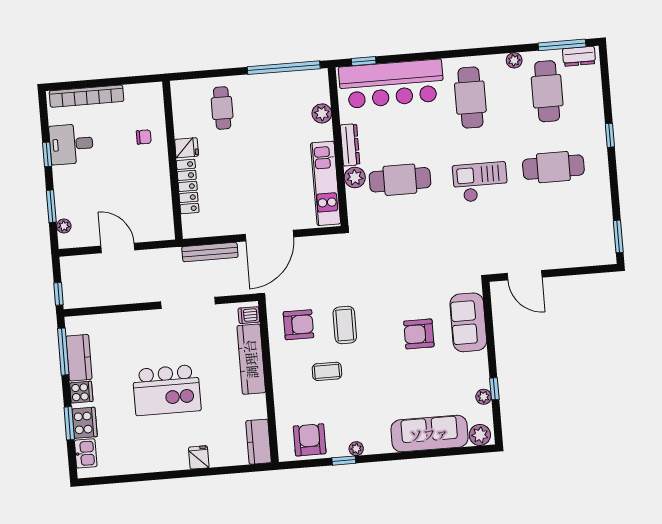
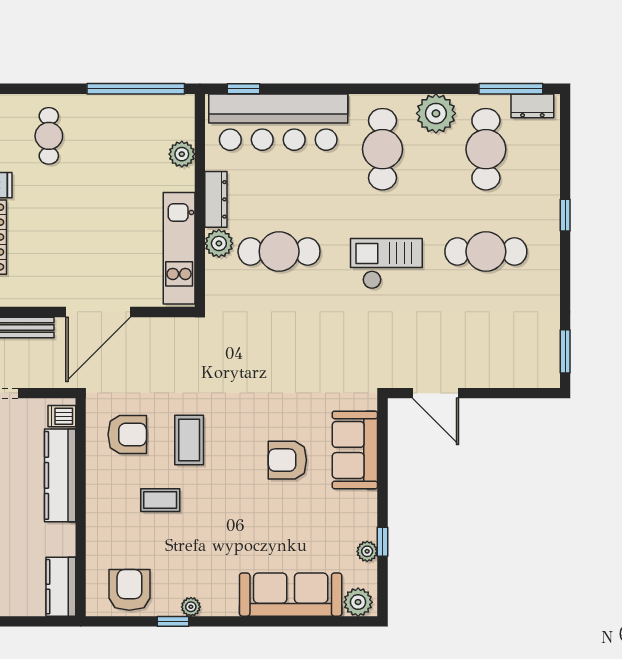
plant: (514, 60) -> (436, 113), width x1.88, depth x1.88

